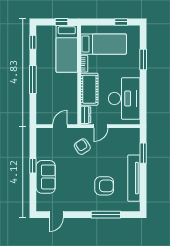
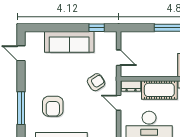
window: (33, 166) -> (97, 28), moved
sofa: (46, 177) -> (69, 42), width x1.36

